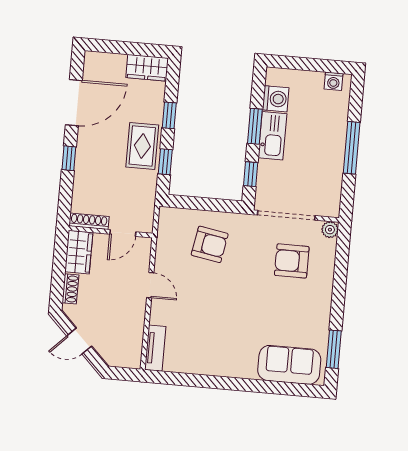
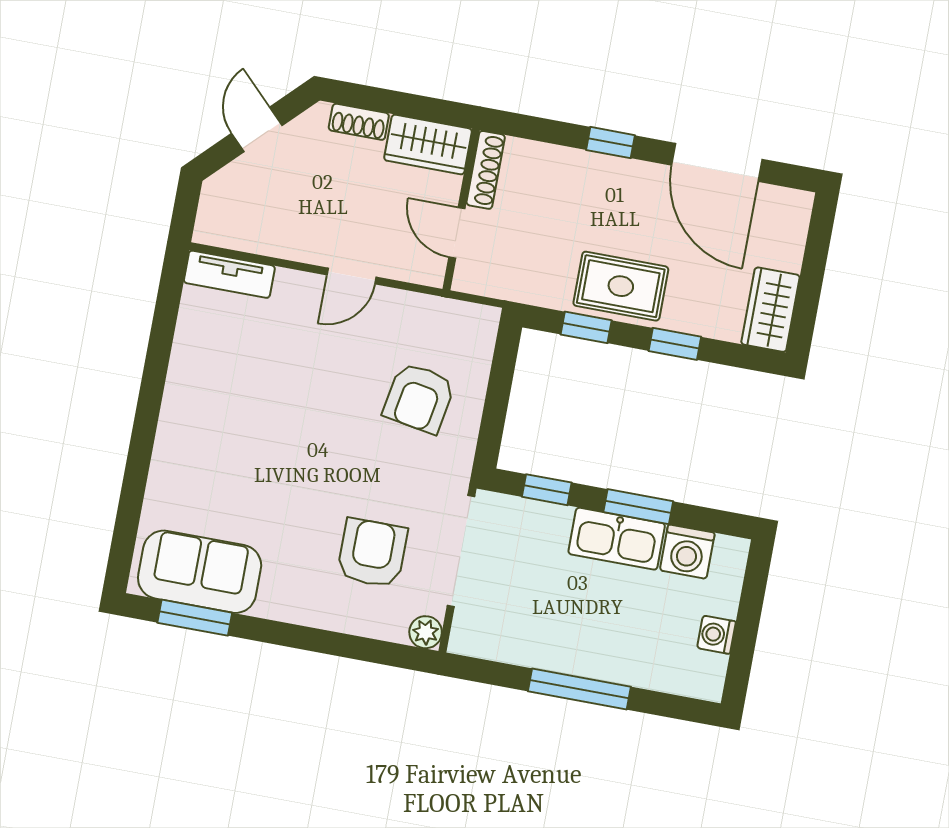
washing machine: (333, 81) -> (716, 635), moved
sofa: (289, 365) -> (200, 572), moved, turned -90

